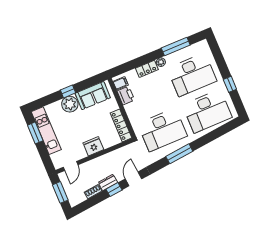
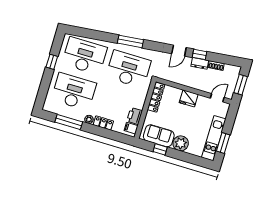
window: (68, 91) -> (160, 149), moved

